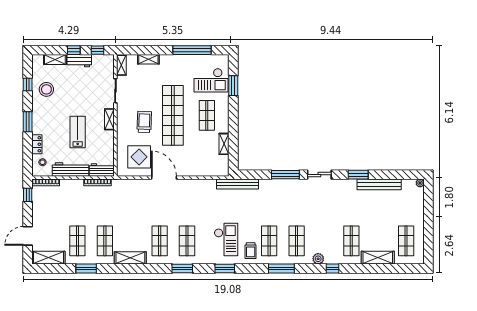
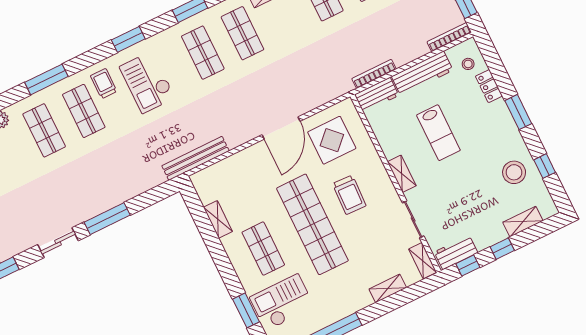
workbench: (79, 61) -> (456, 252), moved
door: (164, 178) -> (281, 128), hinge flipped
bench: (238, 184) -> (195, 158), moved

